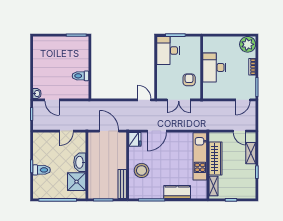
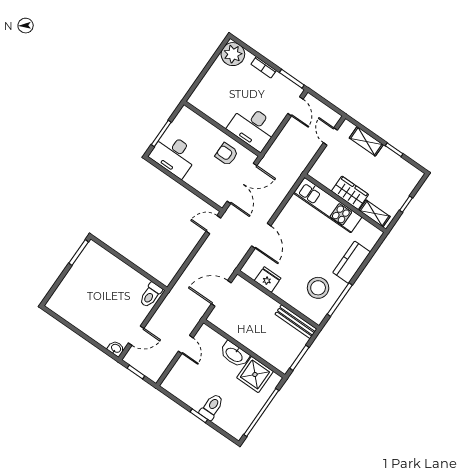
desk: (214, 67) -> (253, 127), moved
toilet: (80, 76) -> (151, 295), moved
double door: (179, 100) -> (242, 183), width x1.37
door: (239, 131) -> (330, 136), swing flipped
fridge: (135, 139) -> (268, 279), moved
wardrobe: (216, 159) -> (350, 193), width x0.67
stool: (142, 170) -> (318, 288), moved

